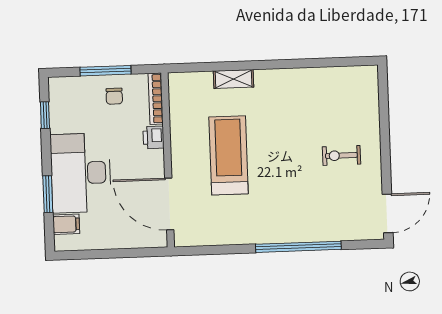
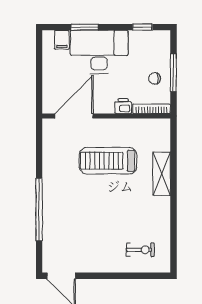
shelving: (234, 79) -> (162, 174), width x1.50, depth x1.33
treadmill: (229, 155) -> (108, 161), turned 180
exercise bike: (341, 155) -> (140, 250), moved, turned 90

